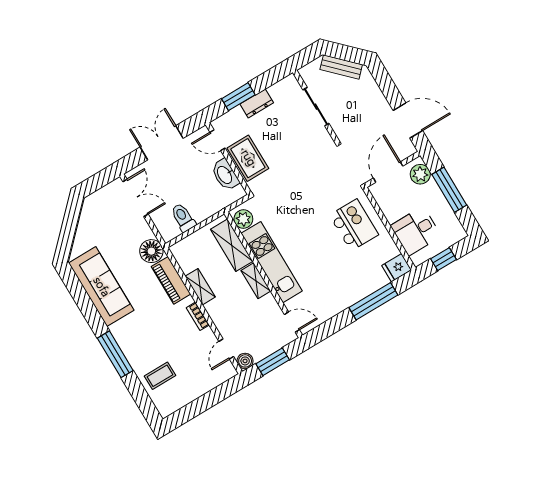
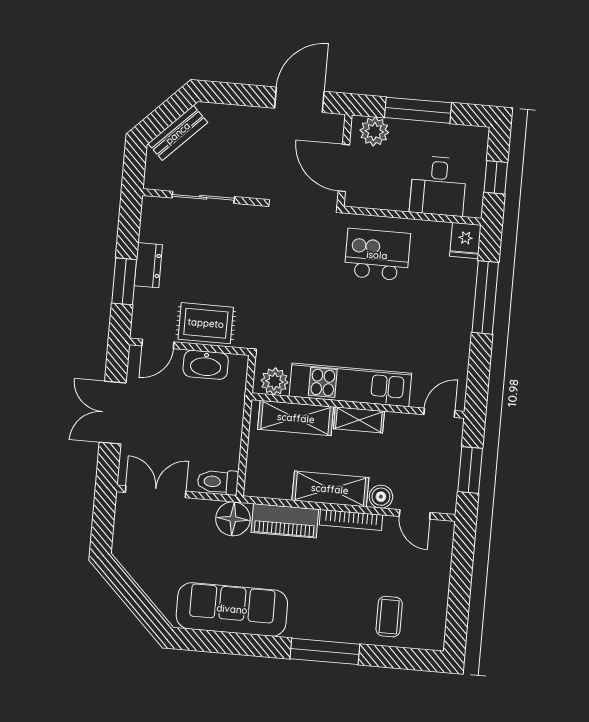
toilet: (183, 218) -> (218, 482), moved
shelving: (200, 287) -> (330, 489), width x1.50, depth x1.33
bookcase: (198, 316) -> (351, 520), width x1.56
boiler: (245, 361) -> (381, 497), moved

